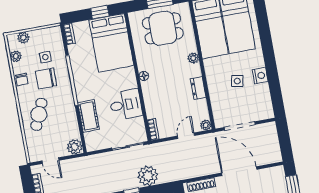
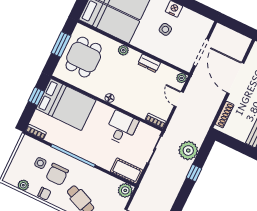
plant: (23, 38) -> (13, 169), removed
cot: (89, 116) -> (127, 171), moved
door: (239, 171) -> (235, 78), hinge flipped

